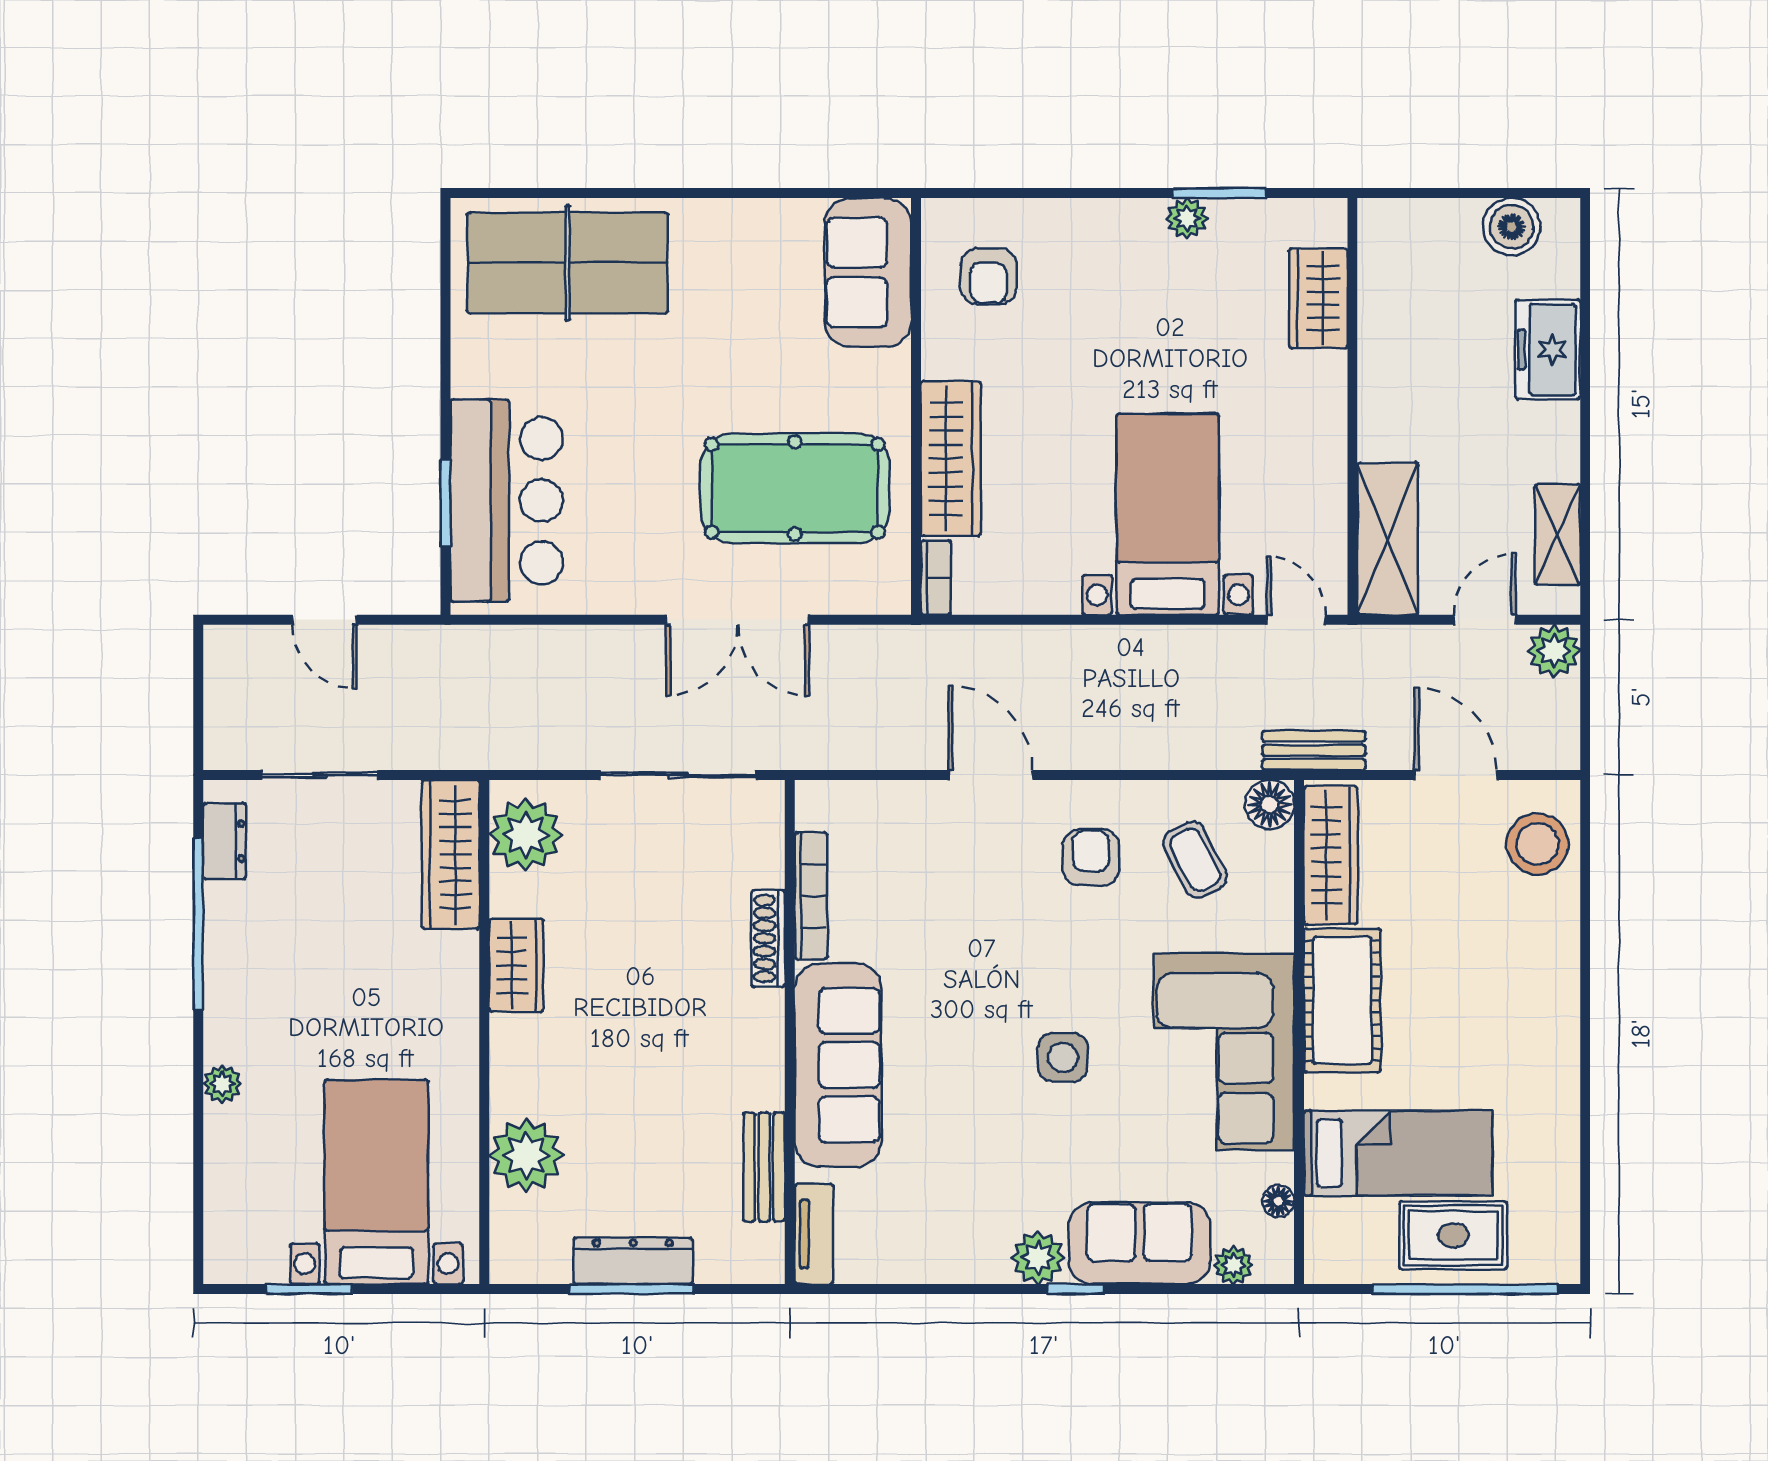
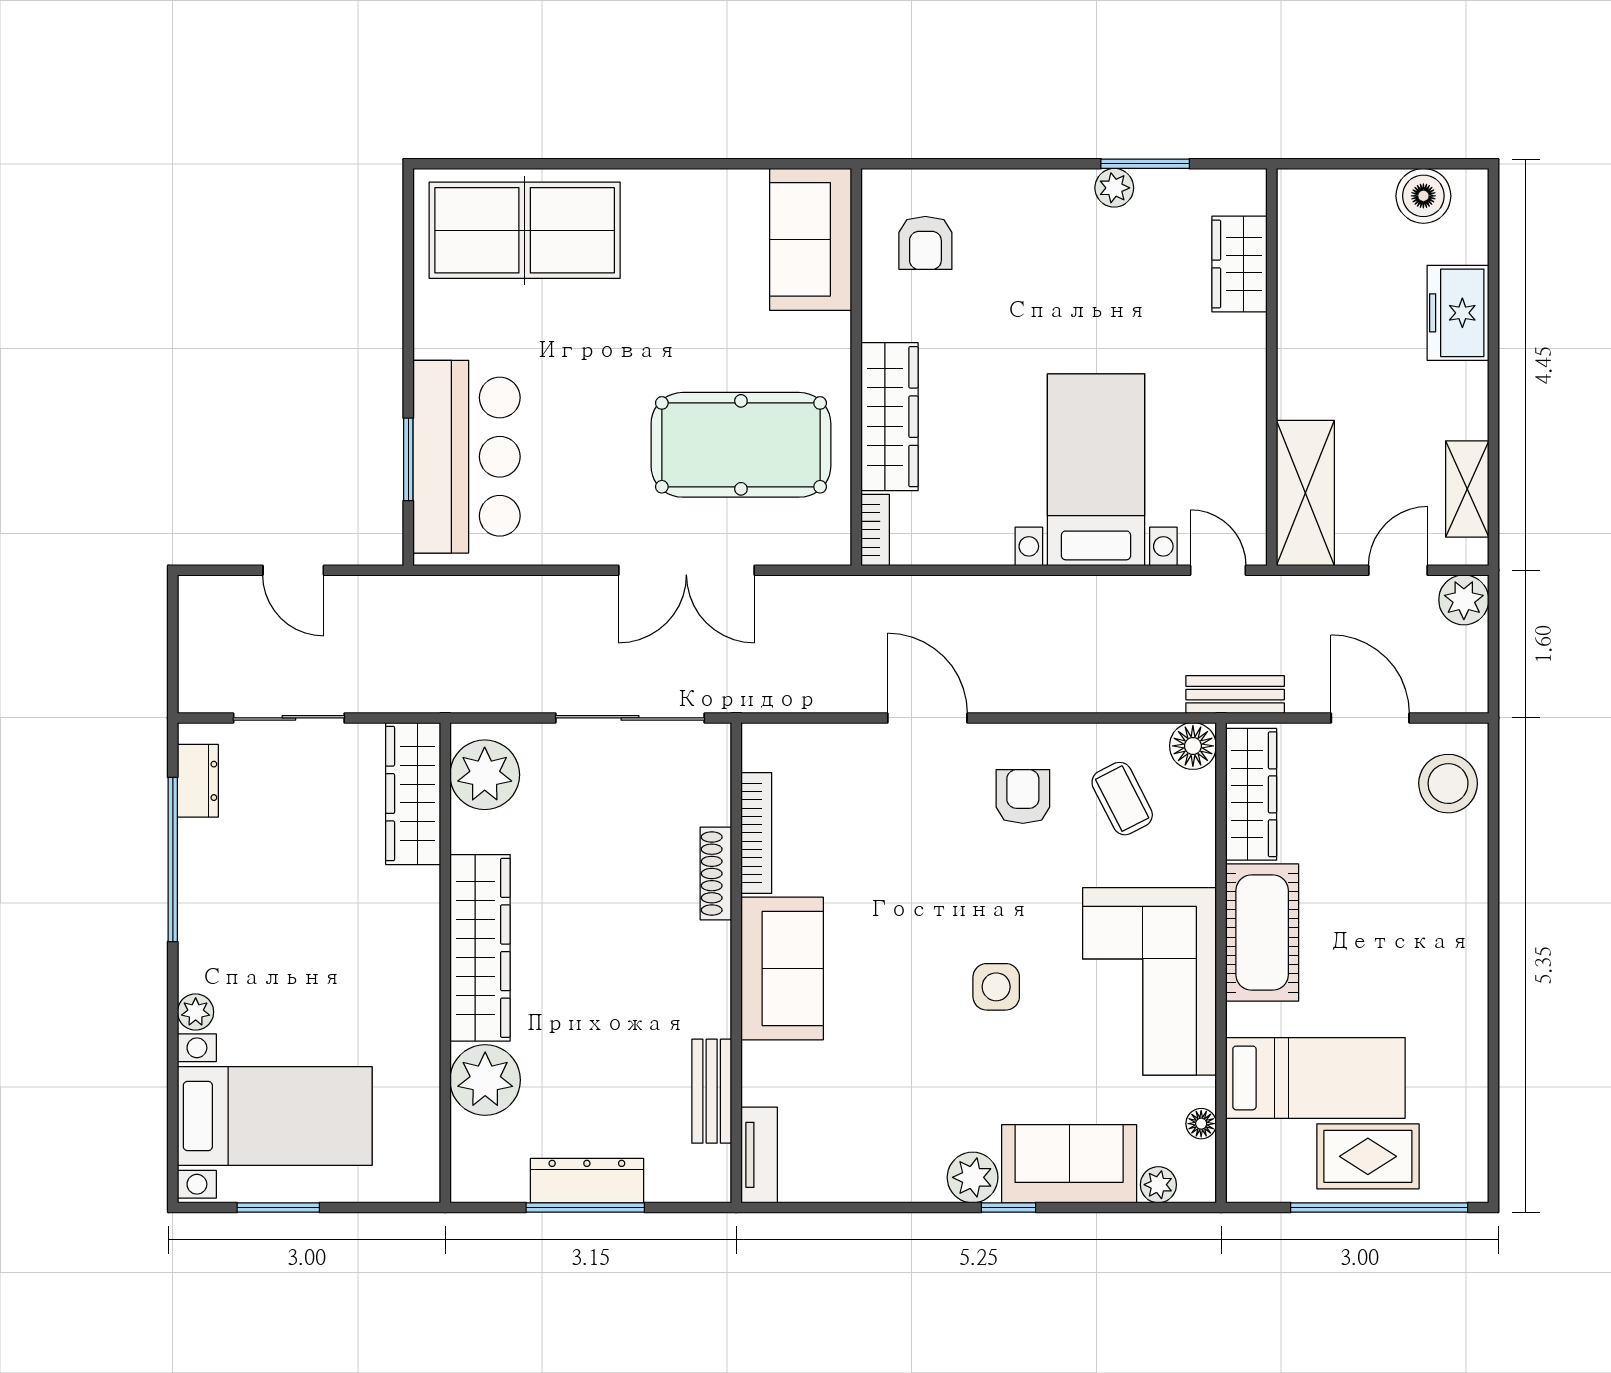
wardrobe: (516, 965) -> (480, 948), width x2.10, depth x1.17
sofa: (838, 1065) -> (782, 968), width x0.73
bed with nightstands: (376, 1182) -> (275, 1116), moved, turned 90

